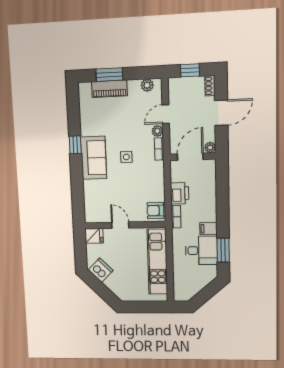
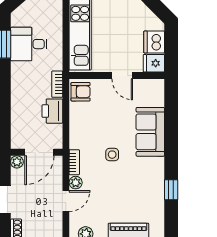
window: (75, 145) -> (171, 190), moved
sofa: (94, 158) -> (150, 132), moved
filing cabinet: (208, 229) -> (20, 69), removed
dishwasher: (101, 270) -> (154, 42), moved, turned 45

